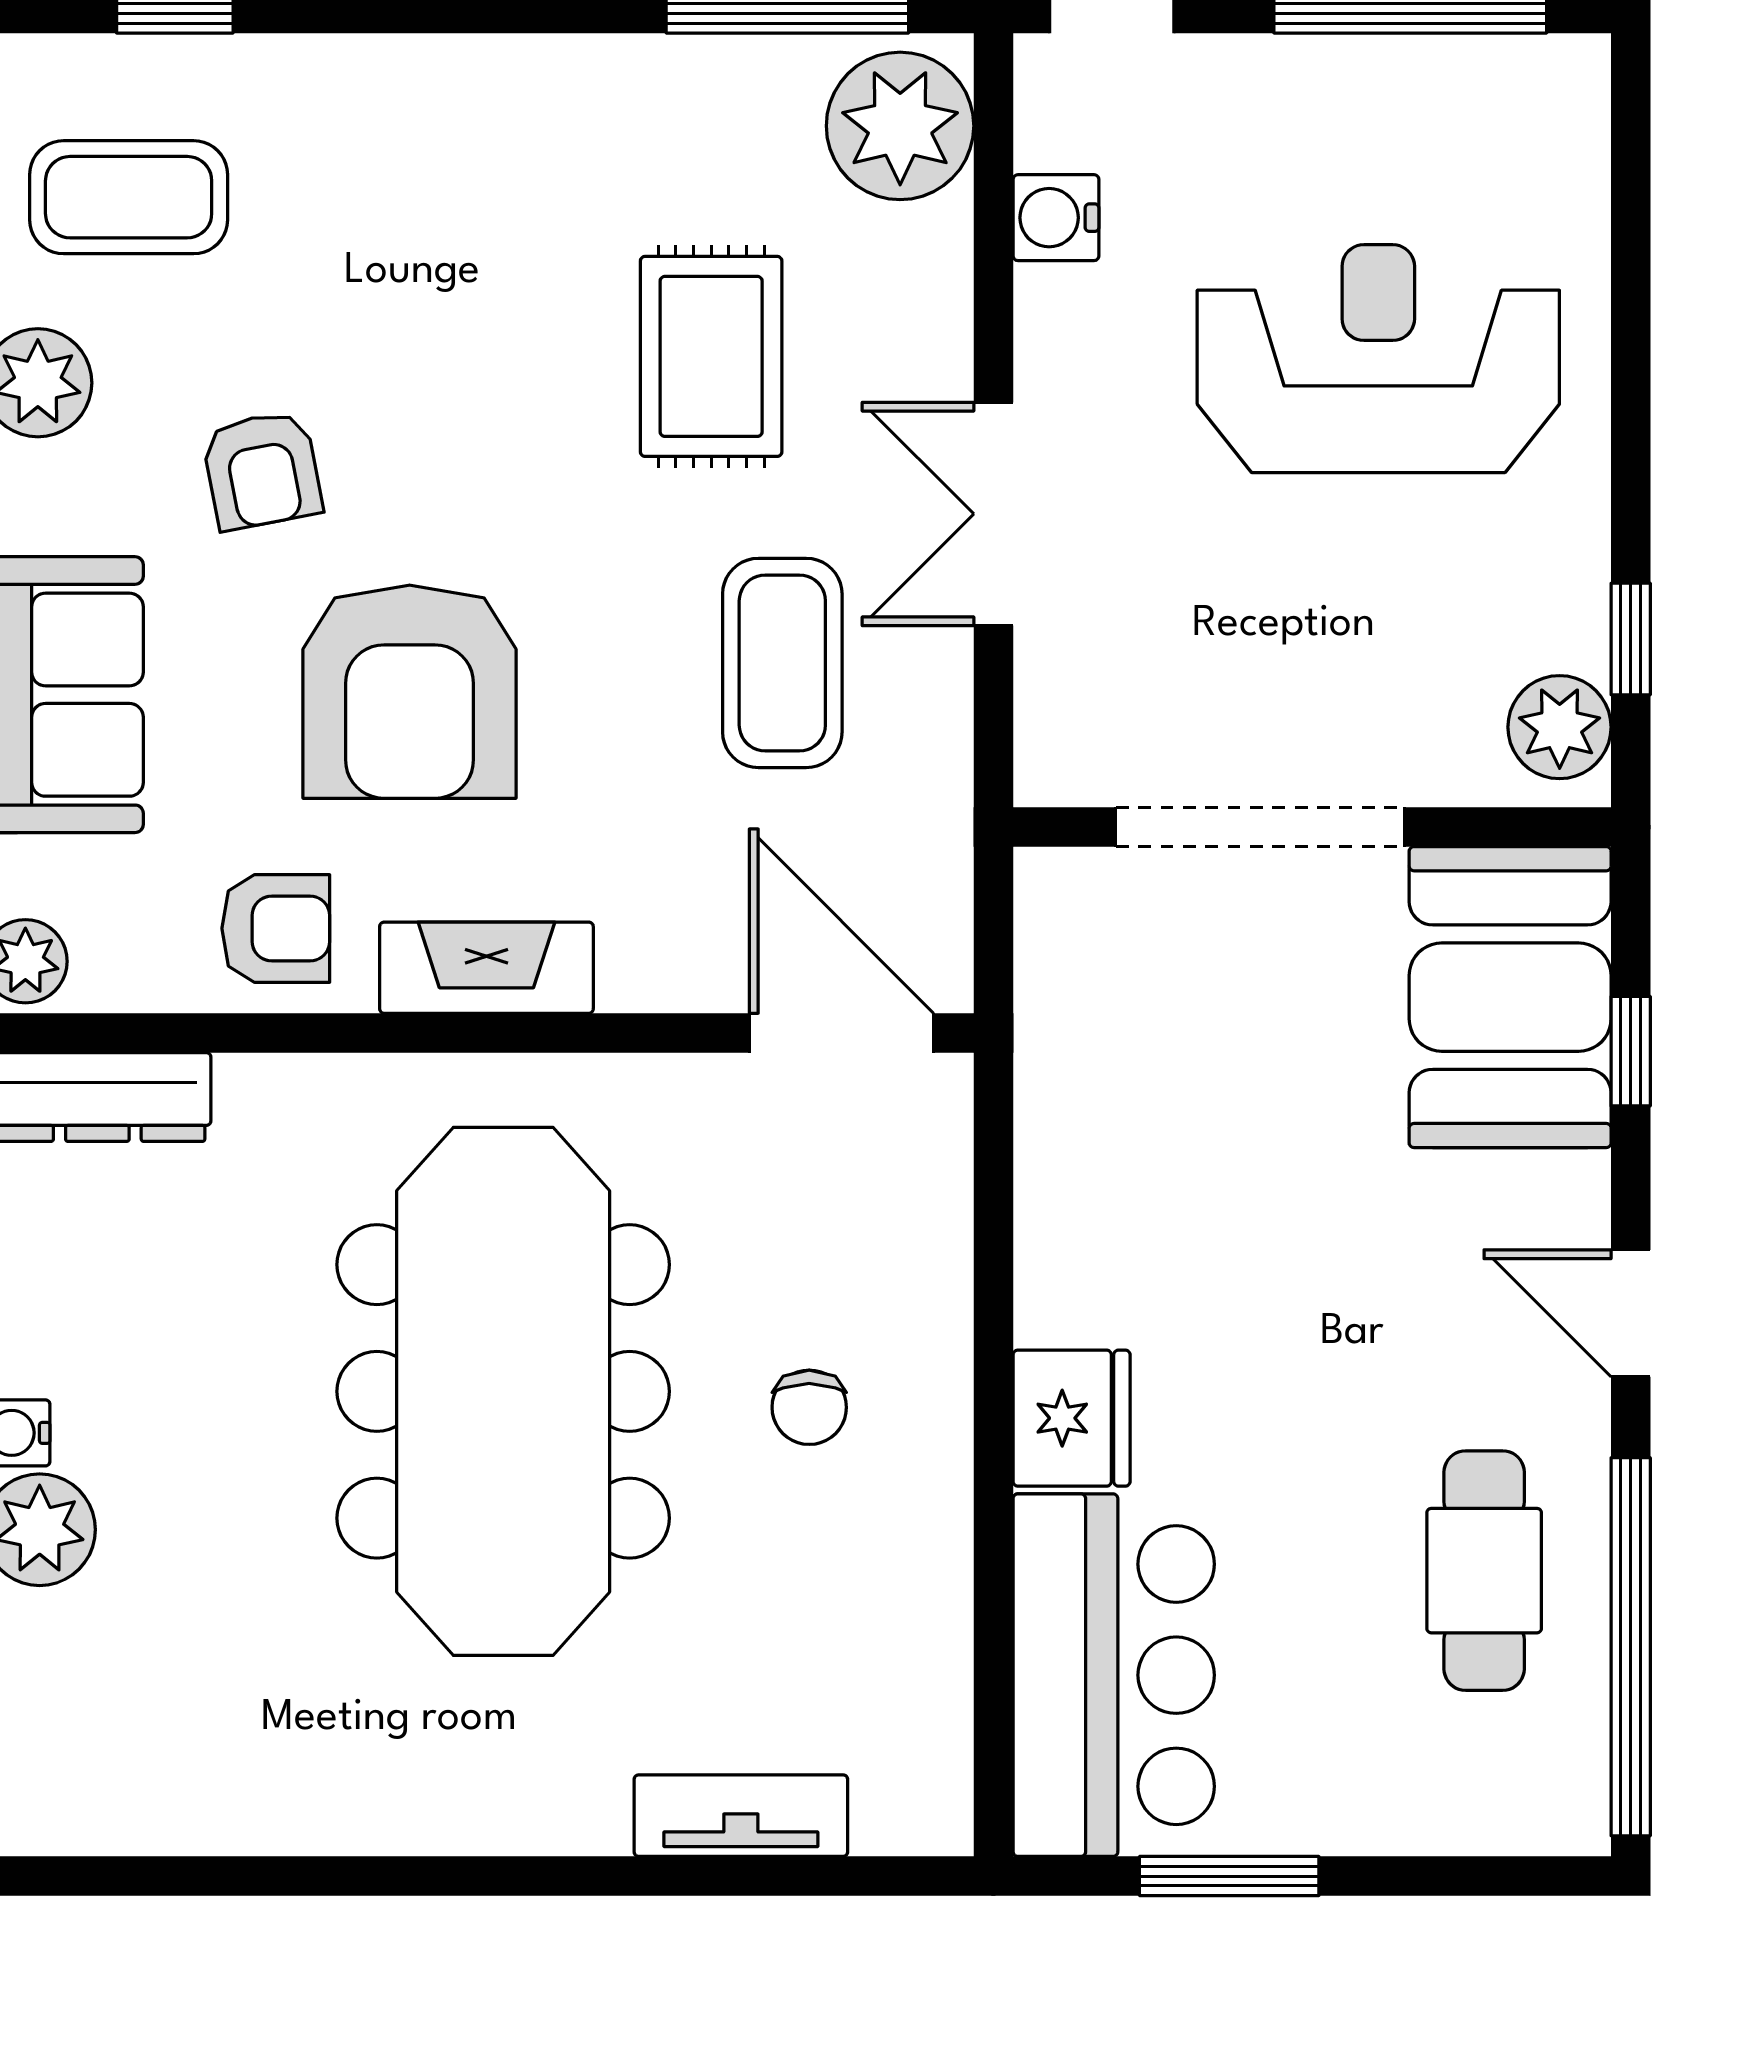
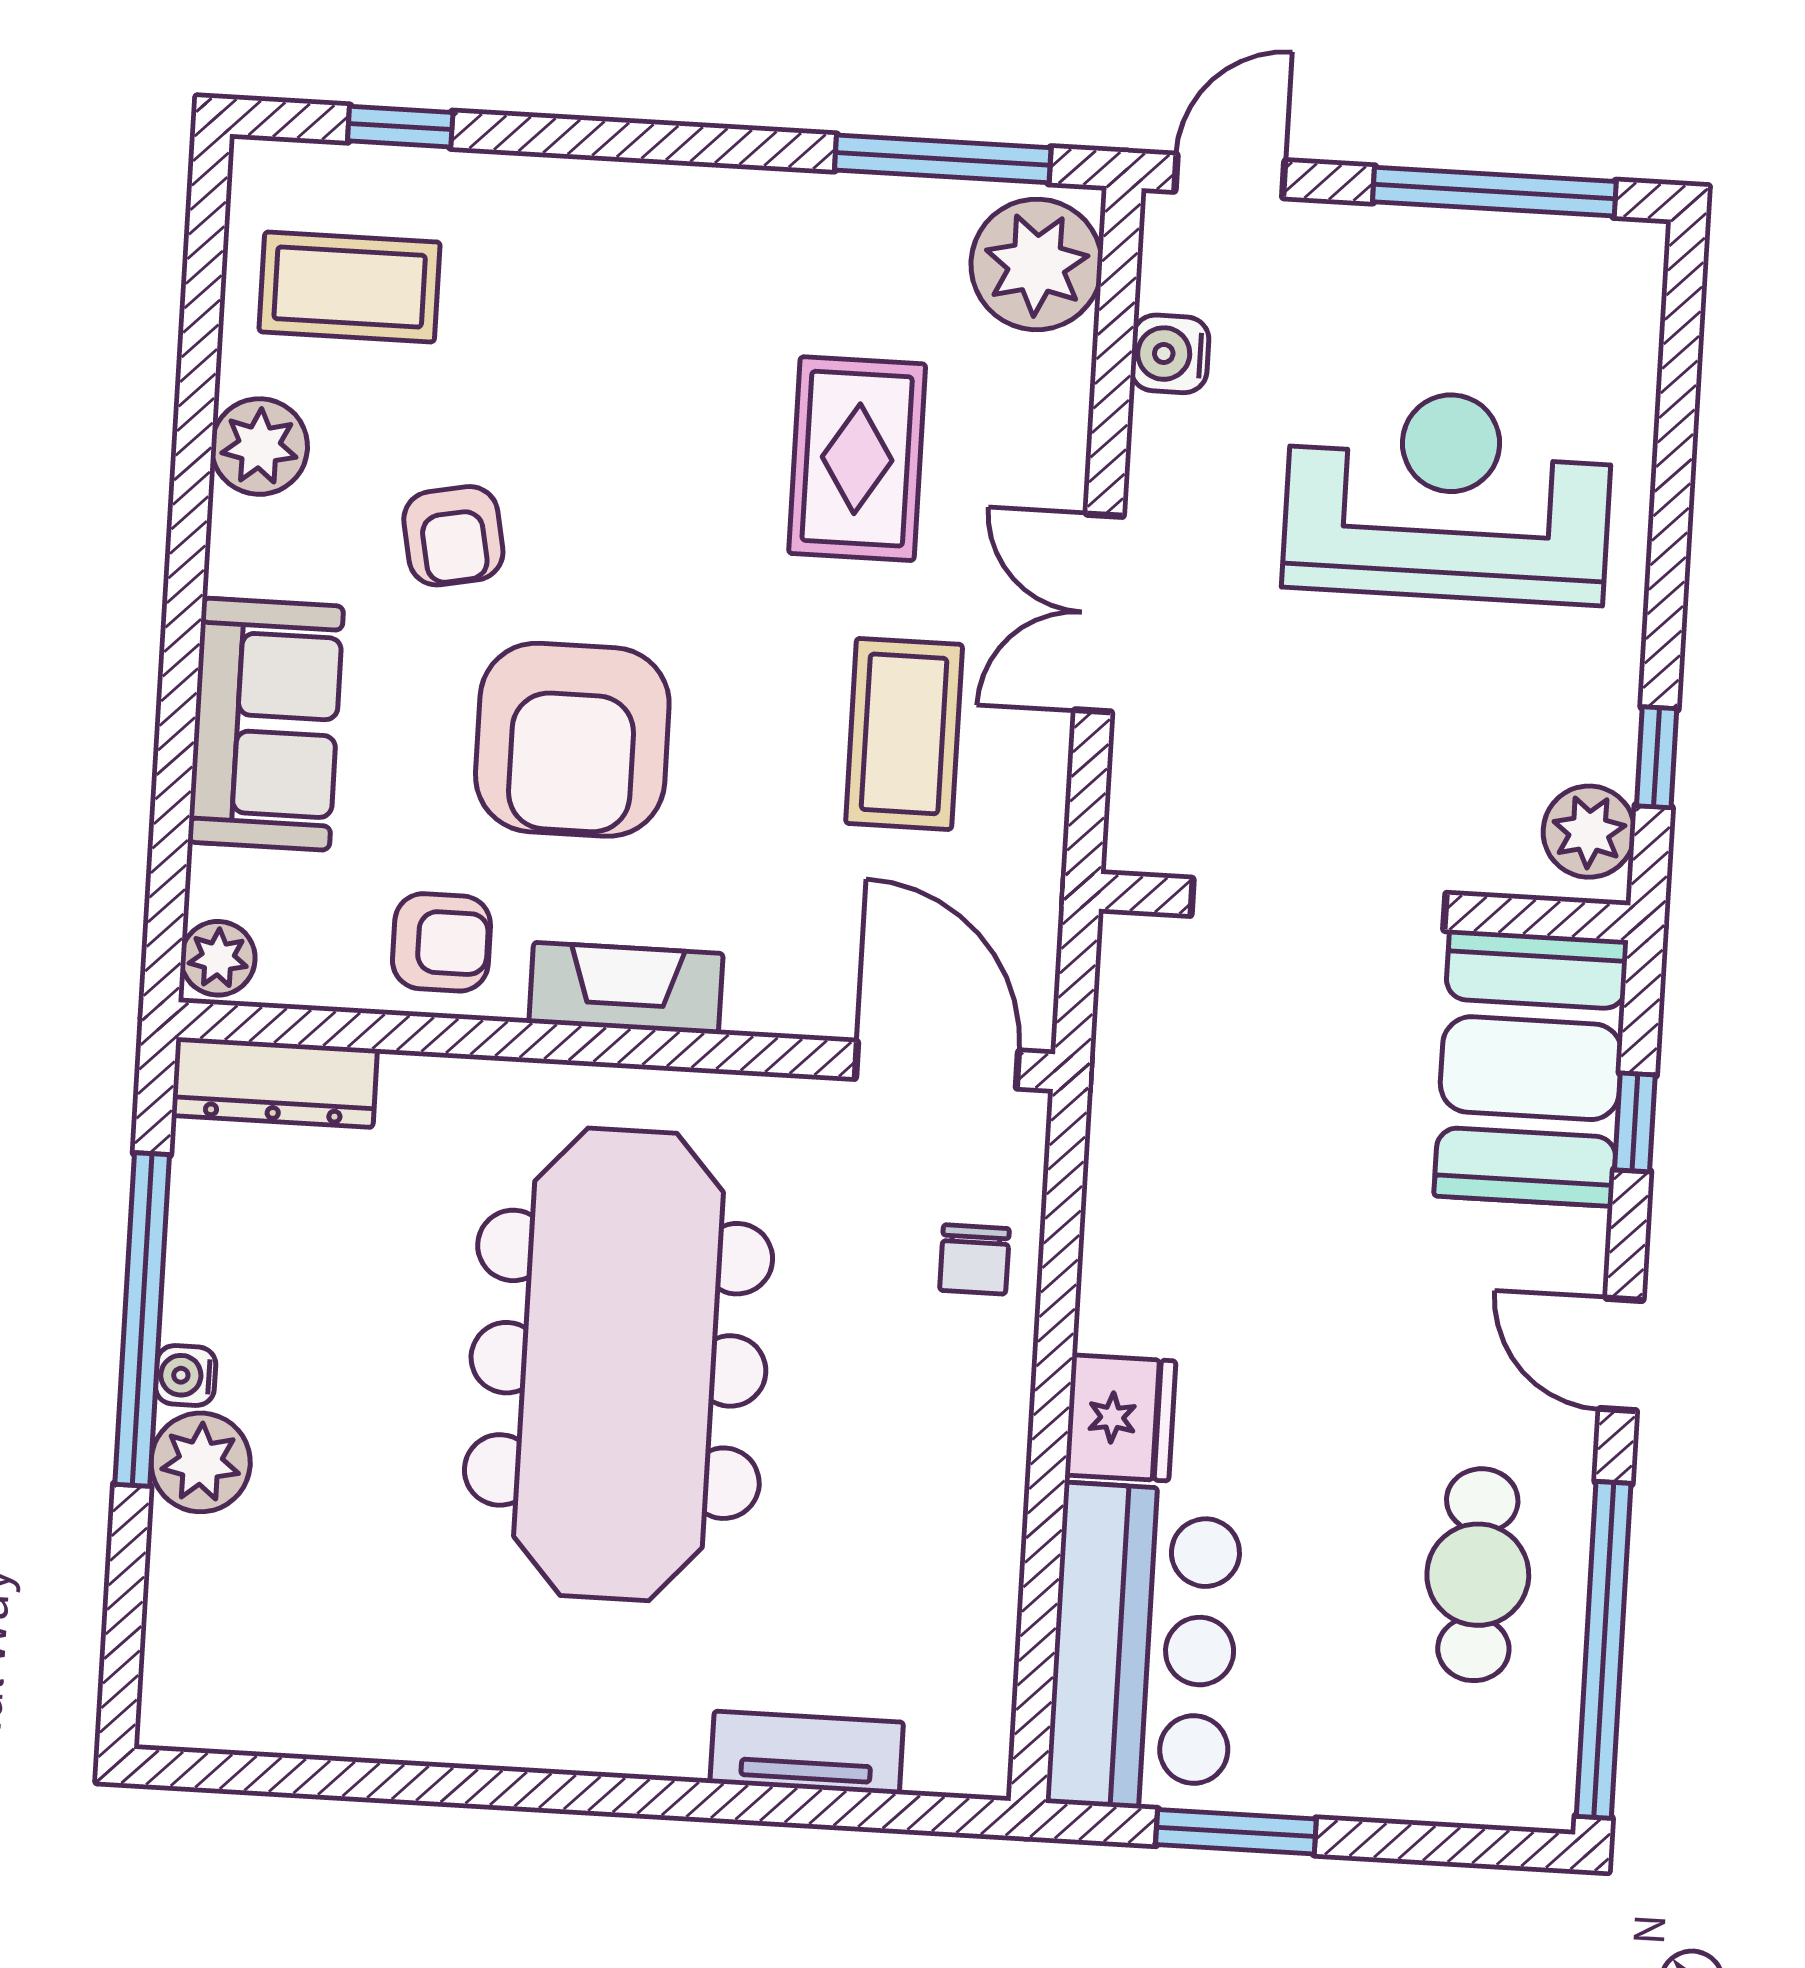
chair: (809, 1407) -> (975, 1259), moved

